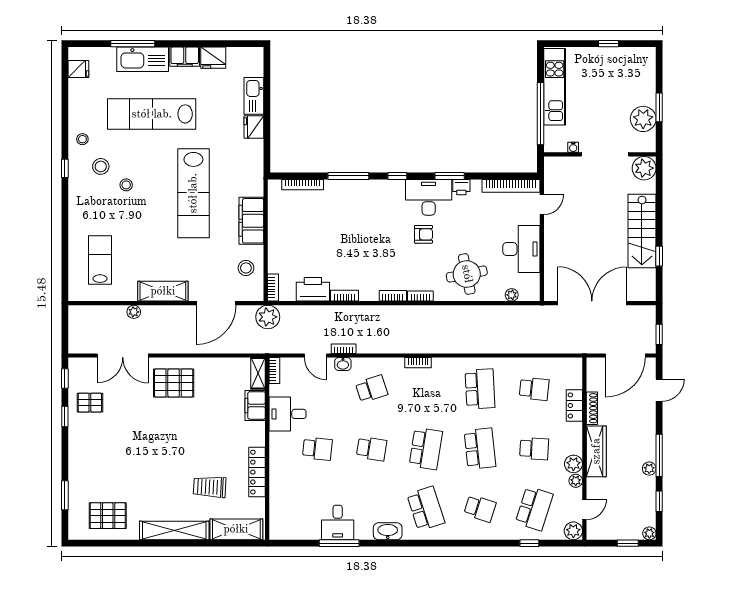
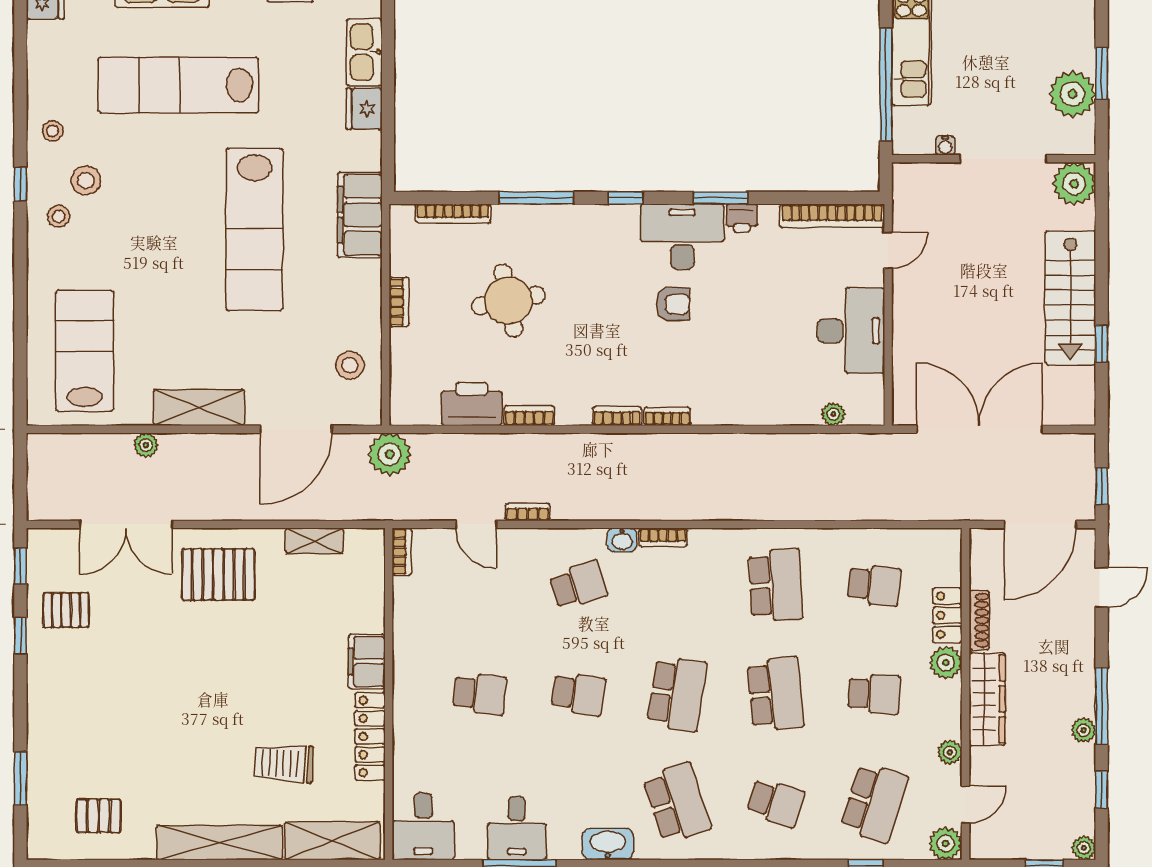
stool: (126, 185) -> (59, 216), moved
filing cabinet: (251, 221) -> (360, 215), moved
lab bench: (100, 260) -> (84, 351), width x1.36, depth x1.39
round table: (467, 274) -> (508, 300), moved
bookcase: (273, 288) -> (399, 302), moved
washbasin: (343, 364) -> (622, 540), moved
shelving: (258, 373) -> (314, 541), moved, turned 90
filing cabinet: (255, 405) -> (367, 662), moved
desk: (288, 414) -> (423, 826), moved, turned -90
plant: (573, 464) -> (946, 663), moved
pallet: (108, 516) -> (98, 816), width x0.67, depth x0.71

